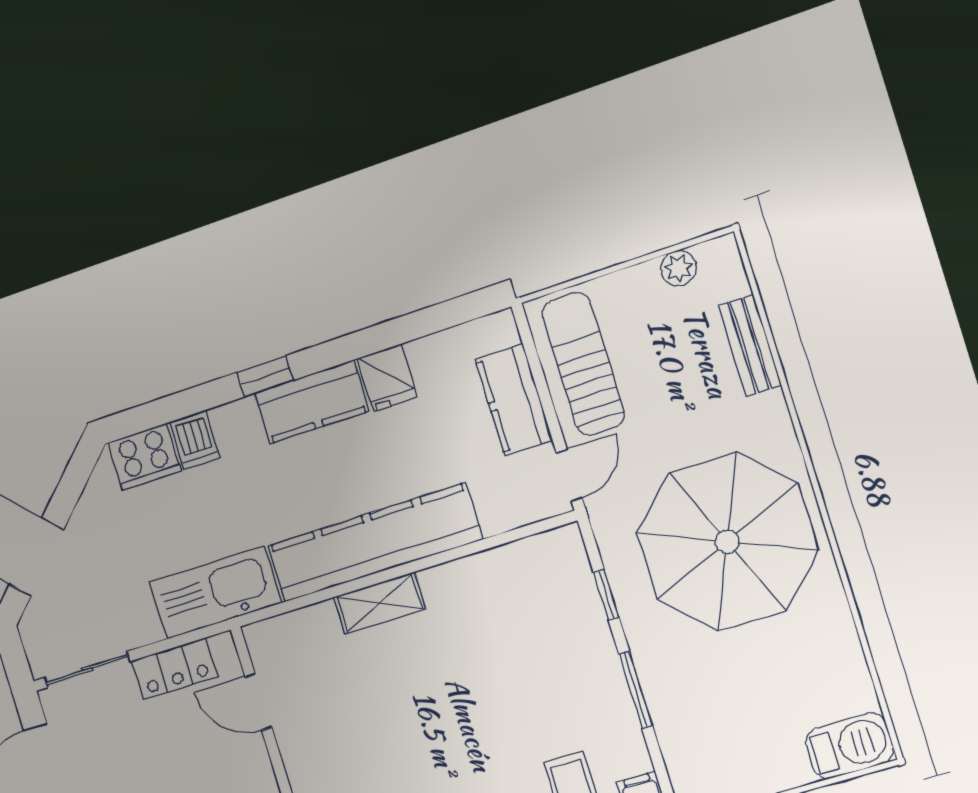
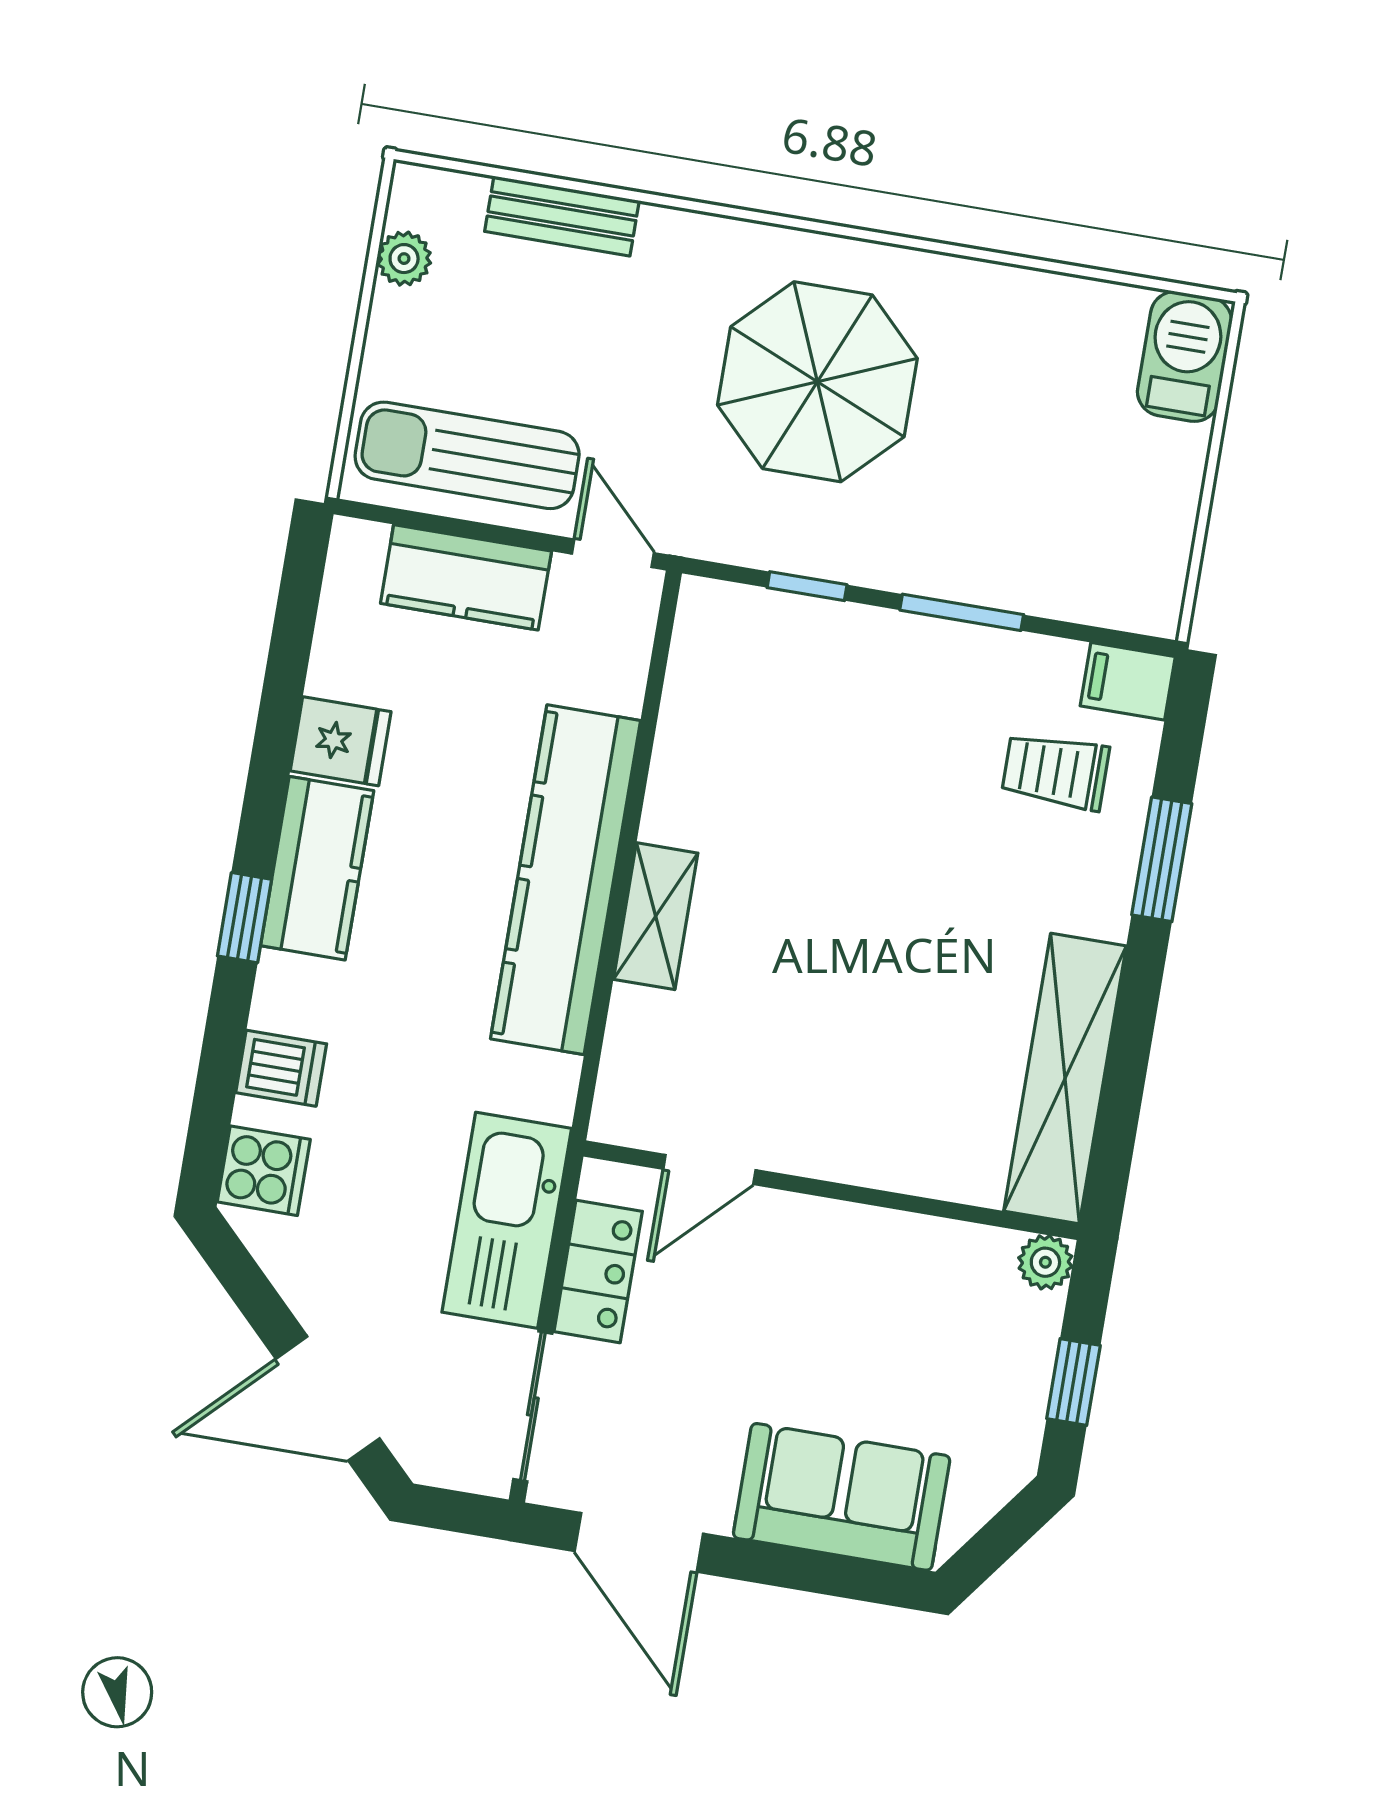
cooker: (144, 457) -> (264, 1171), width x0.73
parasol: (727, 542) -> (817, 382), width x0.73, depth x0.73
kitchen sink: (215, 593) -> (507, 1220), moved

